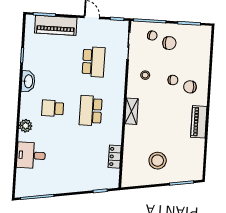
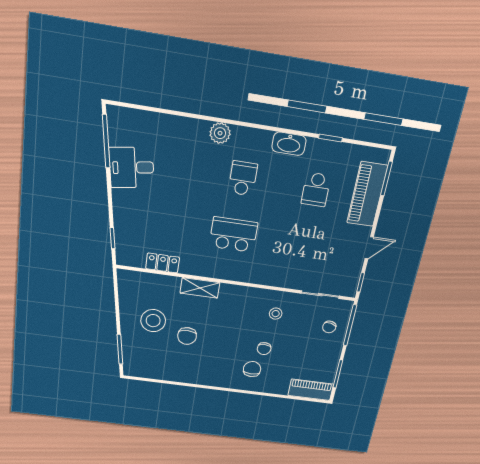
chair: (169, 43) -> (187, 336), moved
school desk: (94, 62) -> (316, 190), moved, width x0.54
shelving: (132, 111) -> (200, 288), moved
piano: (199, 122) -> (311, 390), moved
desk: (31, 155) -> (132, 168), moved, turned -99

